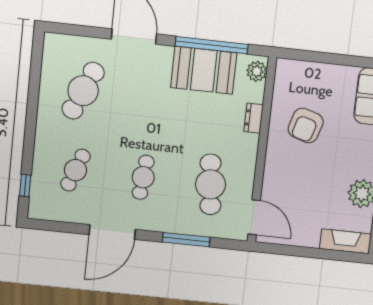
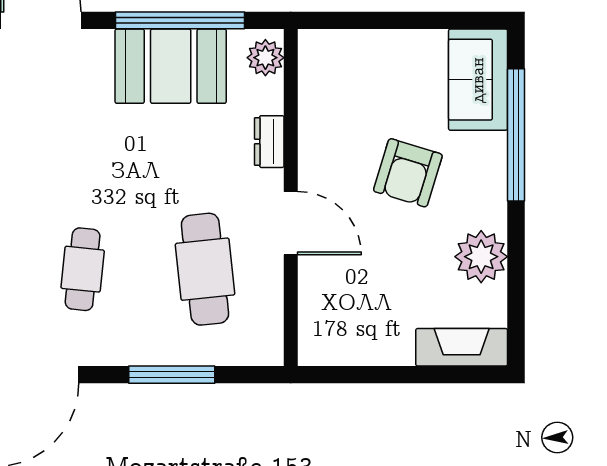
armchair: (306, 125) -> (408, 173), moved
door: (254, 217) -> (291, 223), moved

